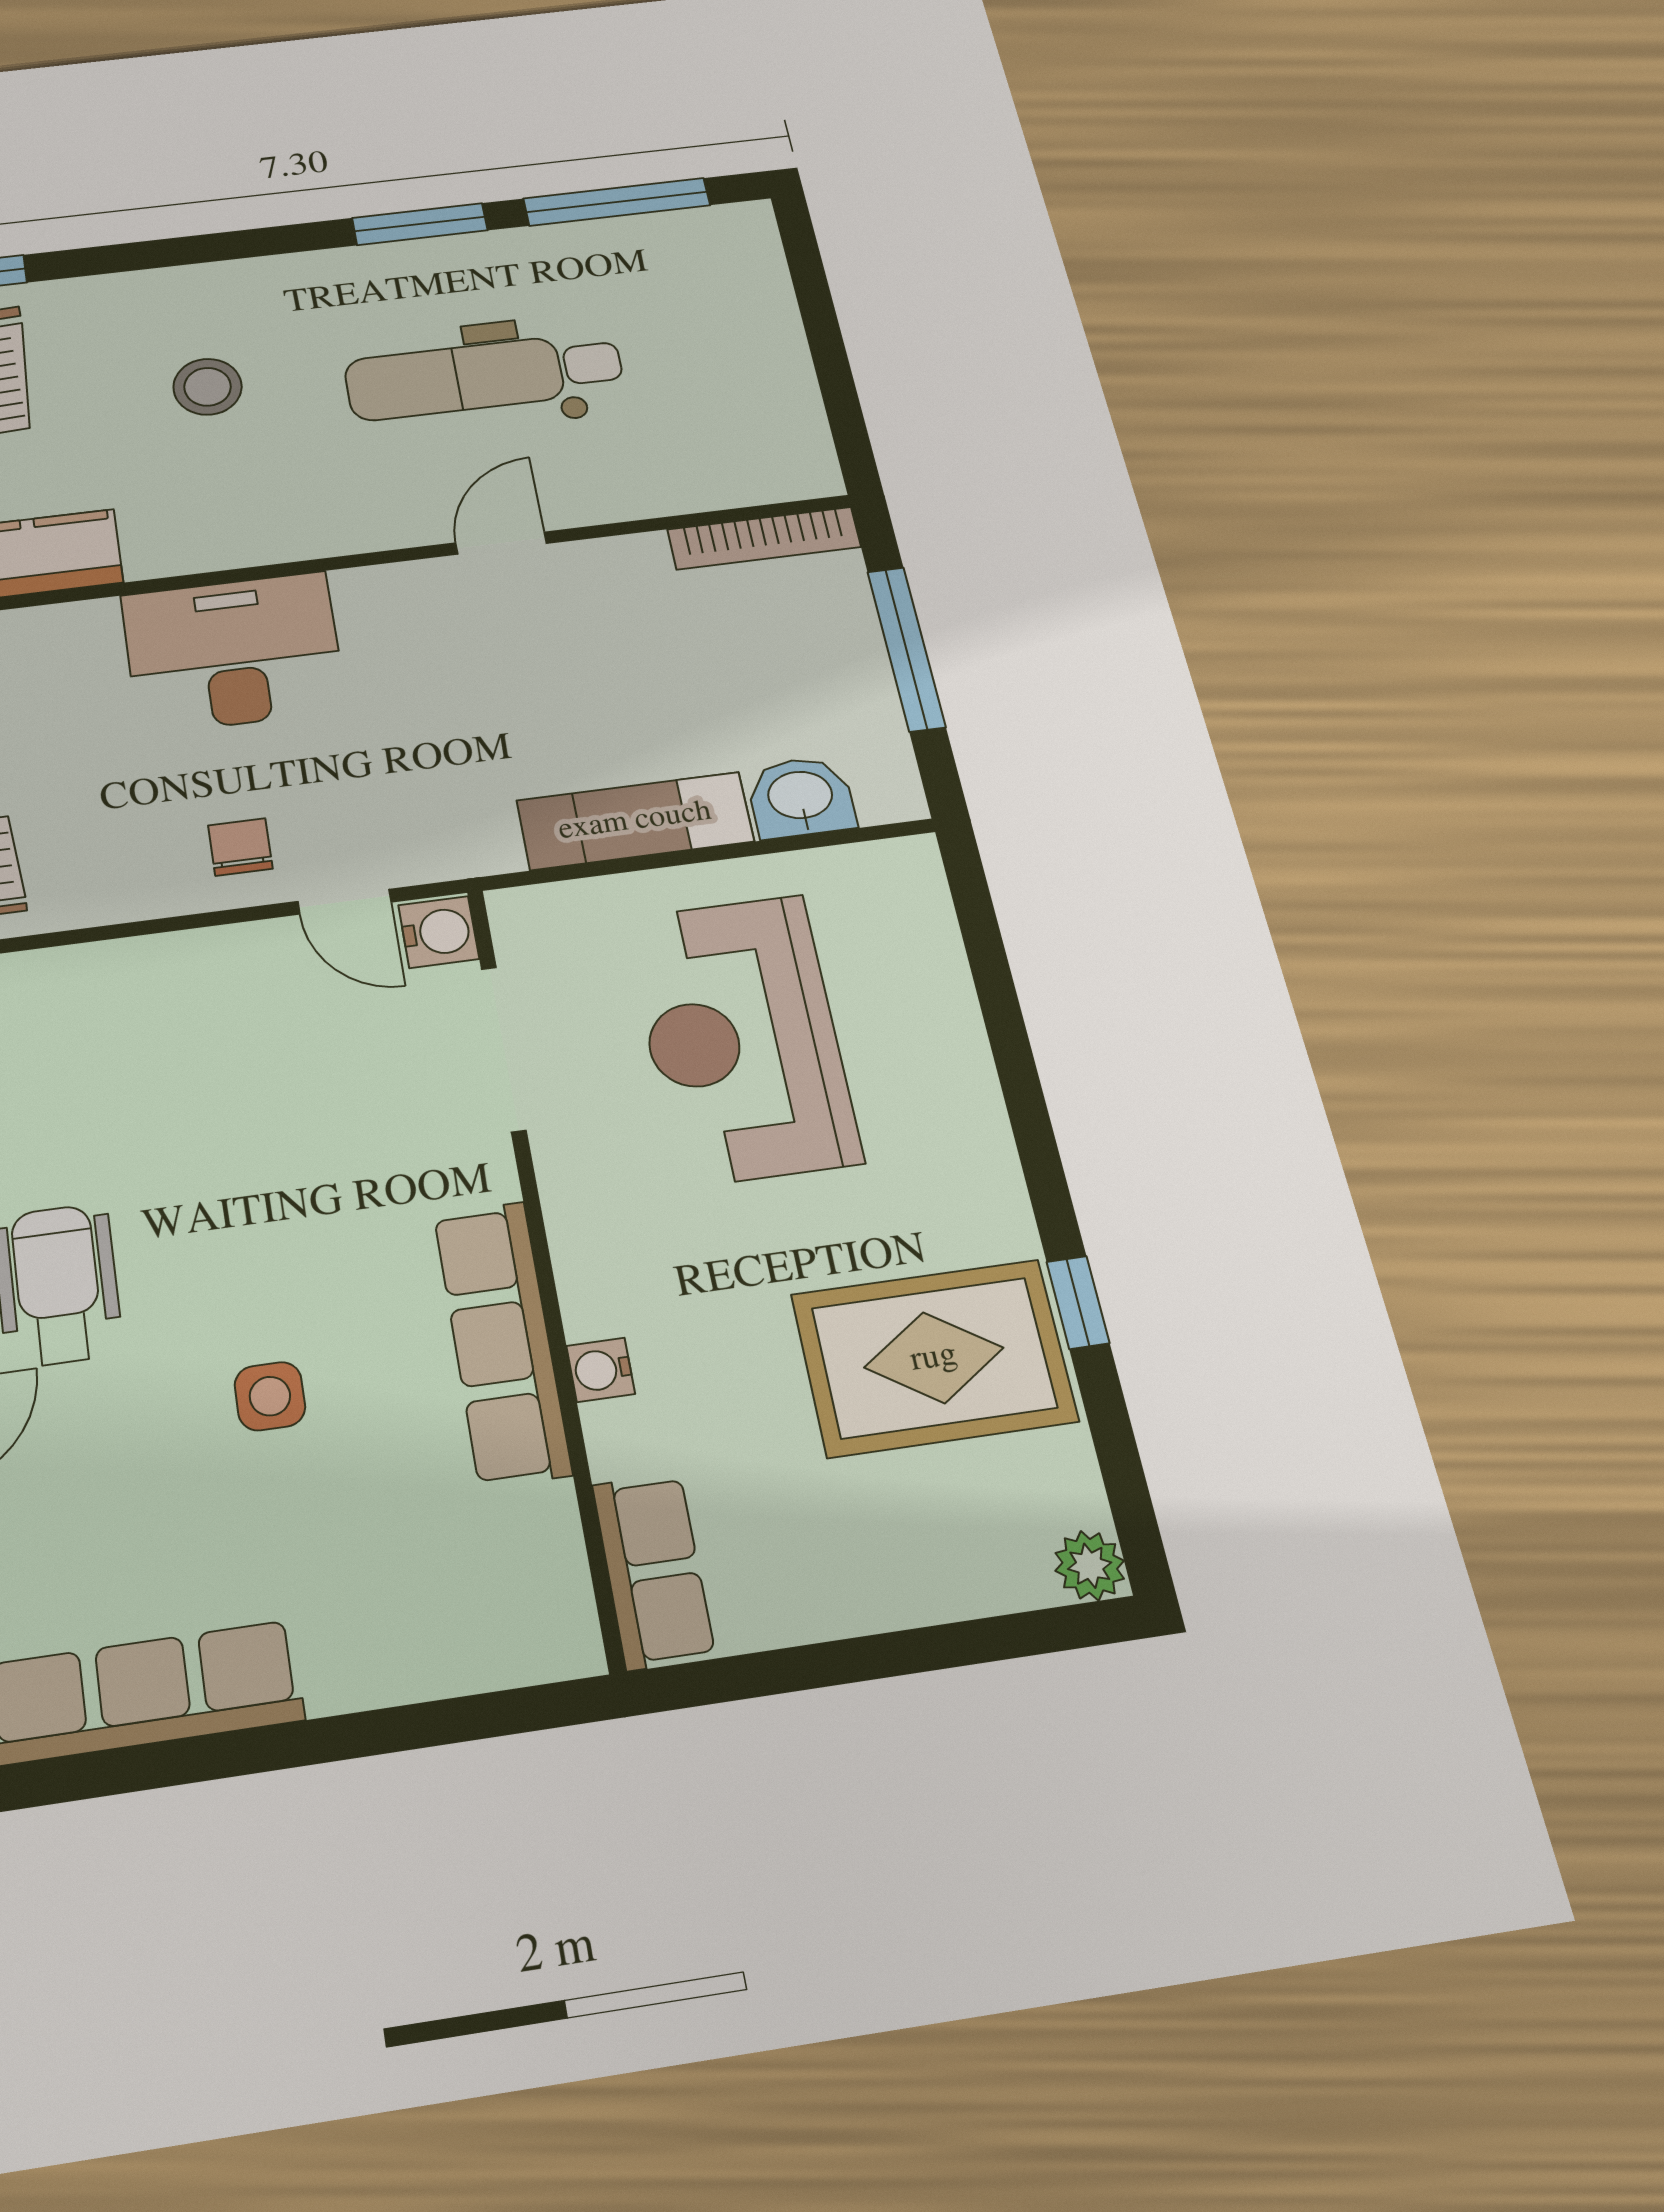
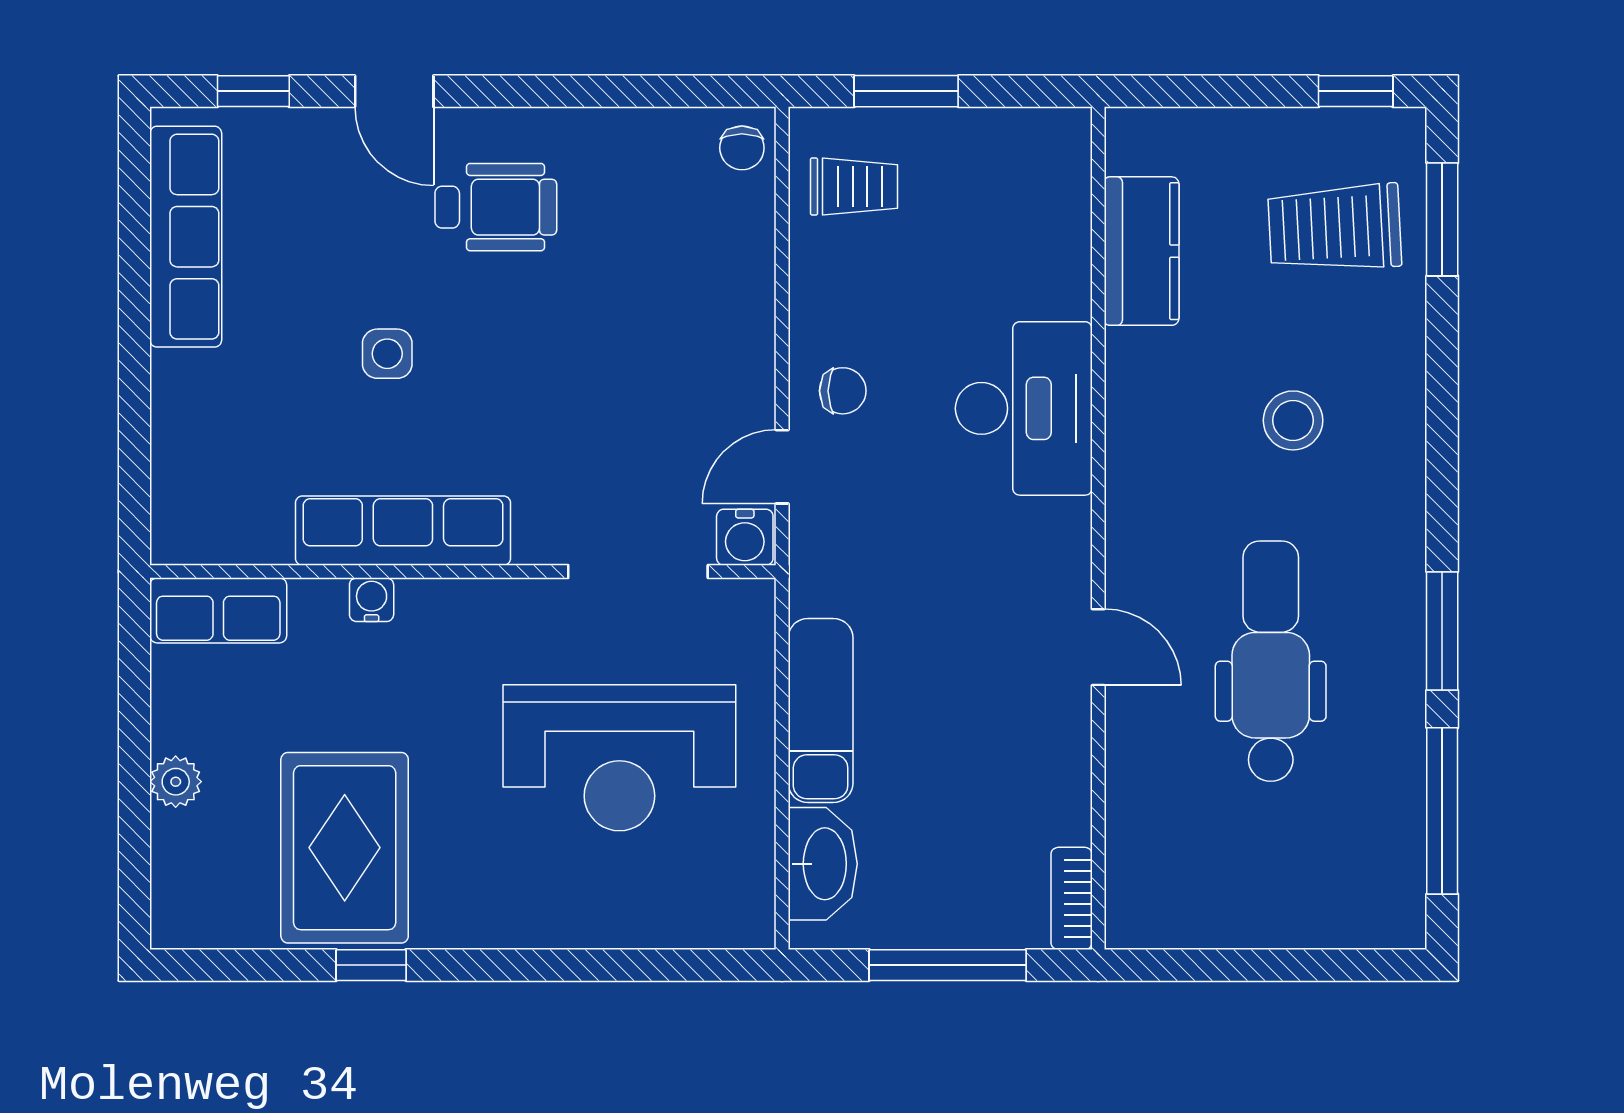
bookcase: (764, 538) -> (1072, 898), width x0.64
washbasin: (801, 797) -> (823, 864), width x1.38
reception desk: (742, 1039) -> (619, 758), turned 180
plant: (1090, 1566) -> (176, 782), moved

